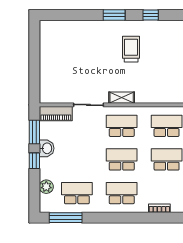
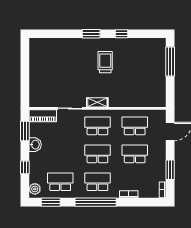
window: (34, 161) -> (25, 167), moved
plant: (46, 187) -> (35, 189), moved
window: (66, 218) -> (51, 202), width x0.69
window: (120, 218) -> (96, 202), added

